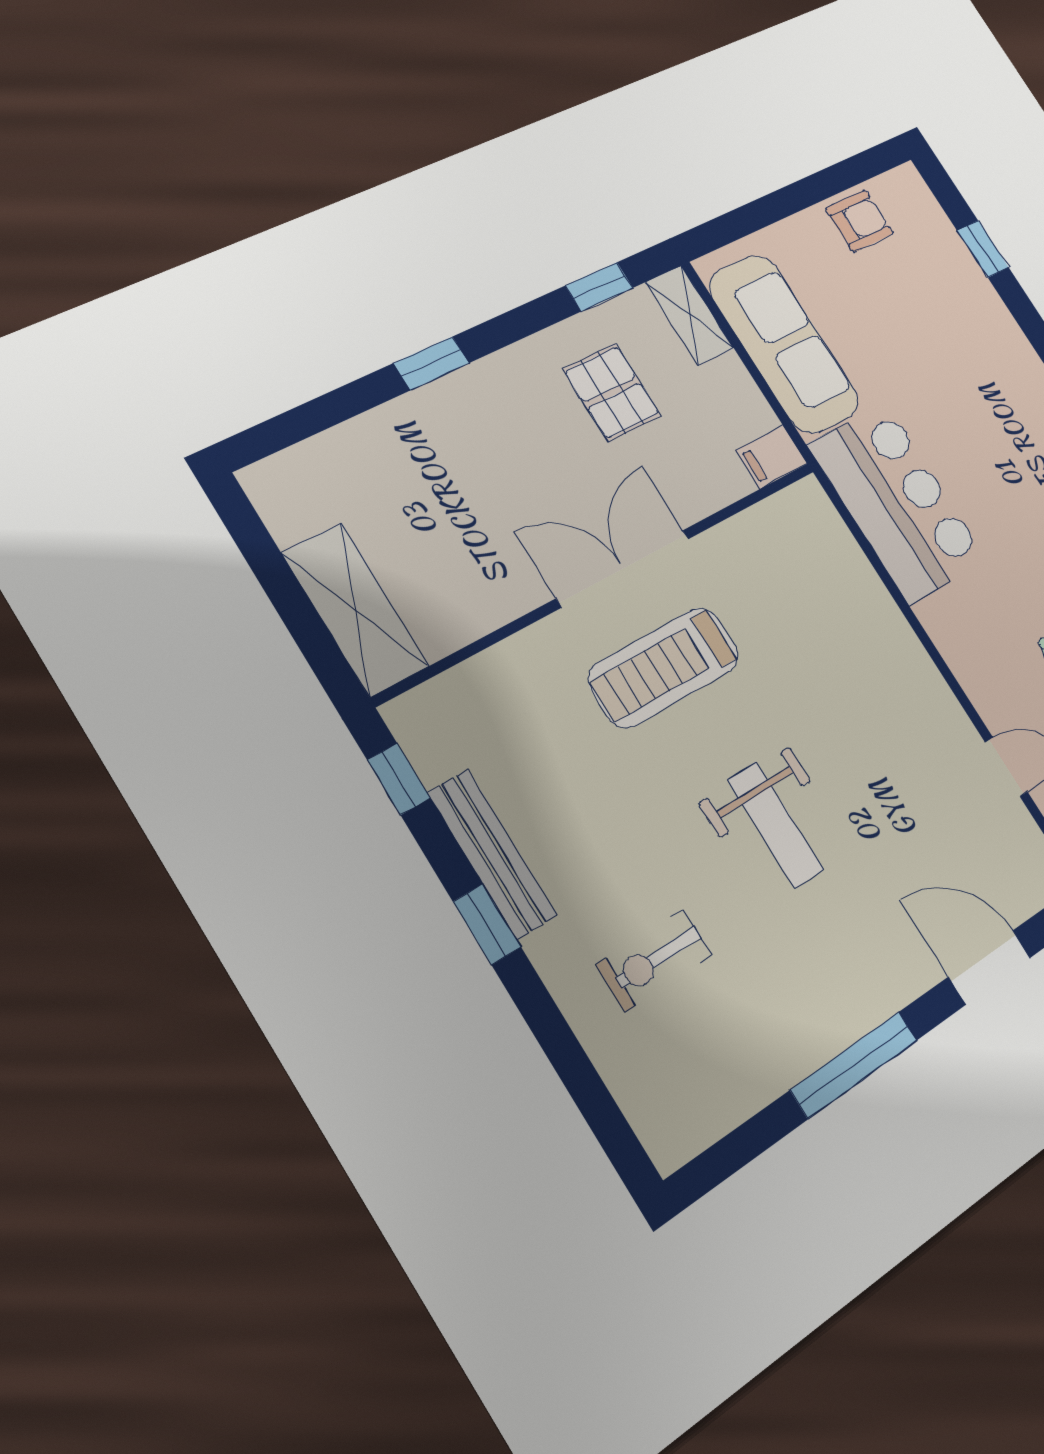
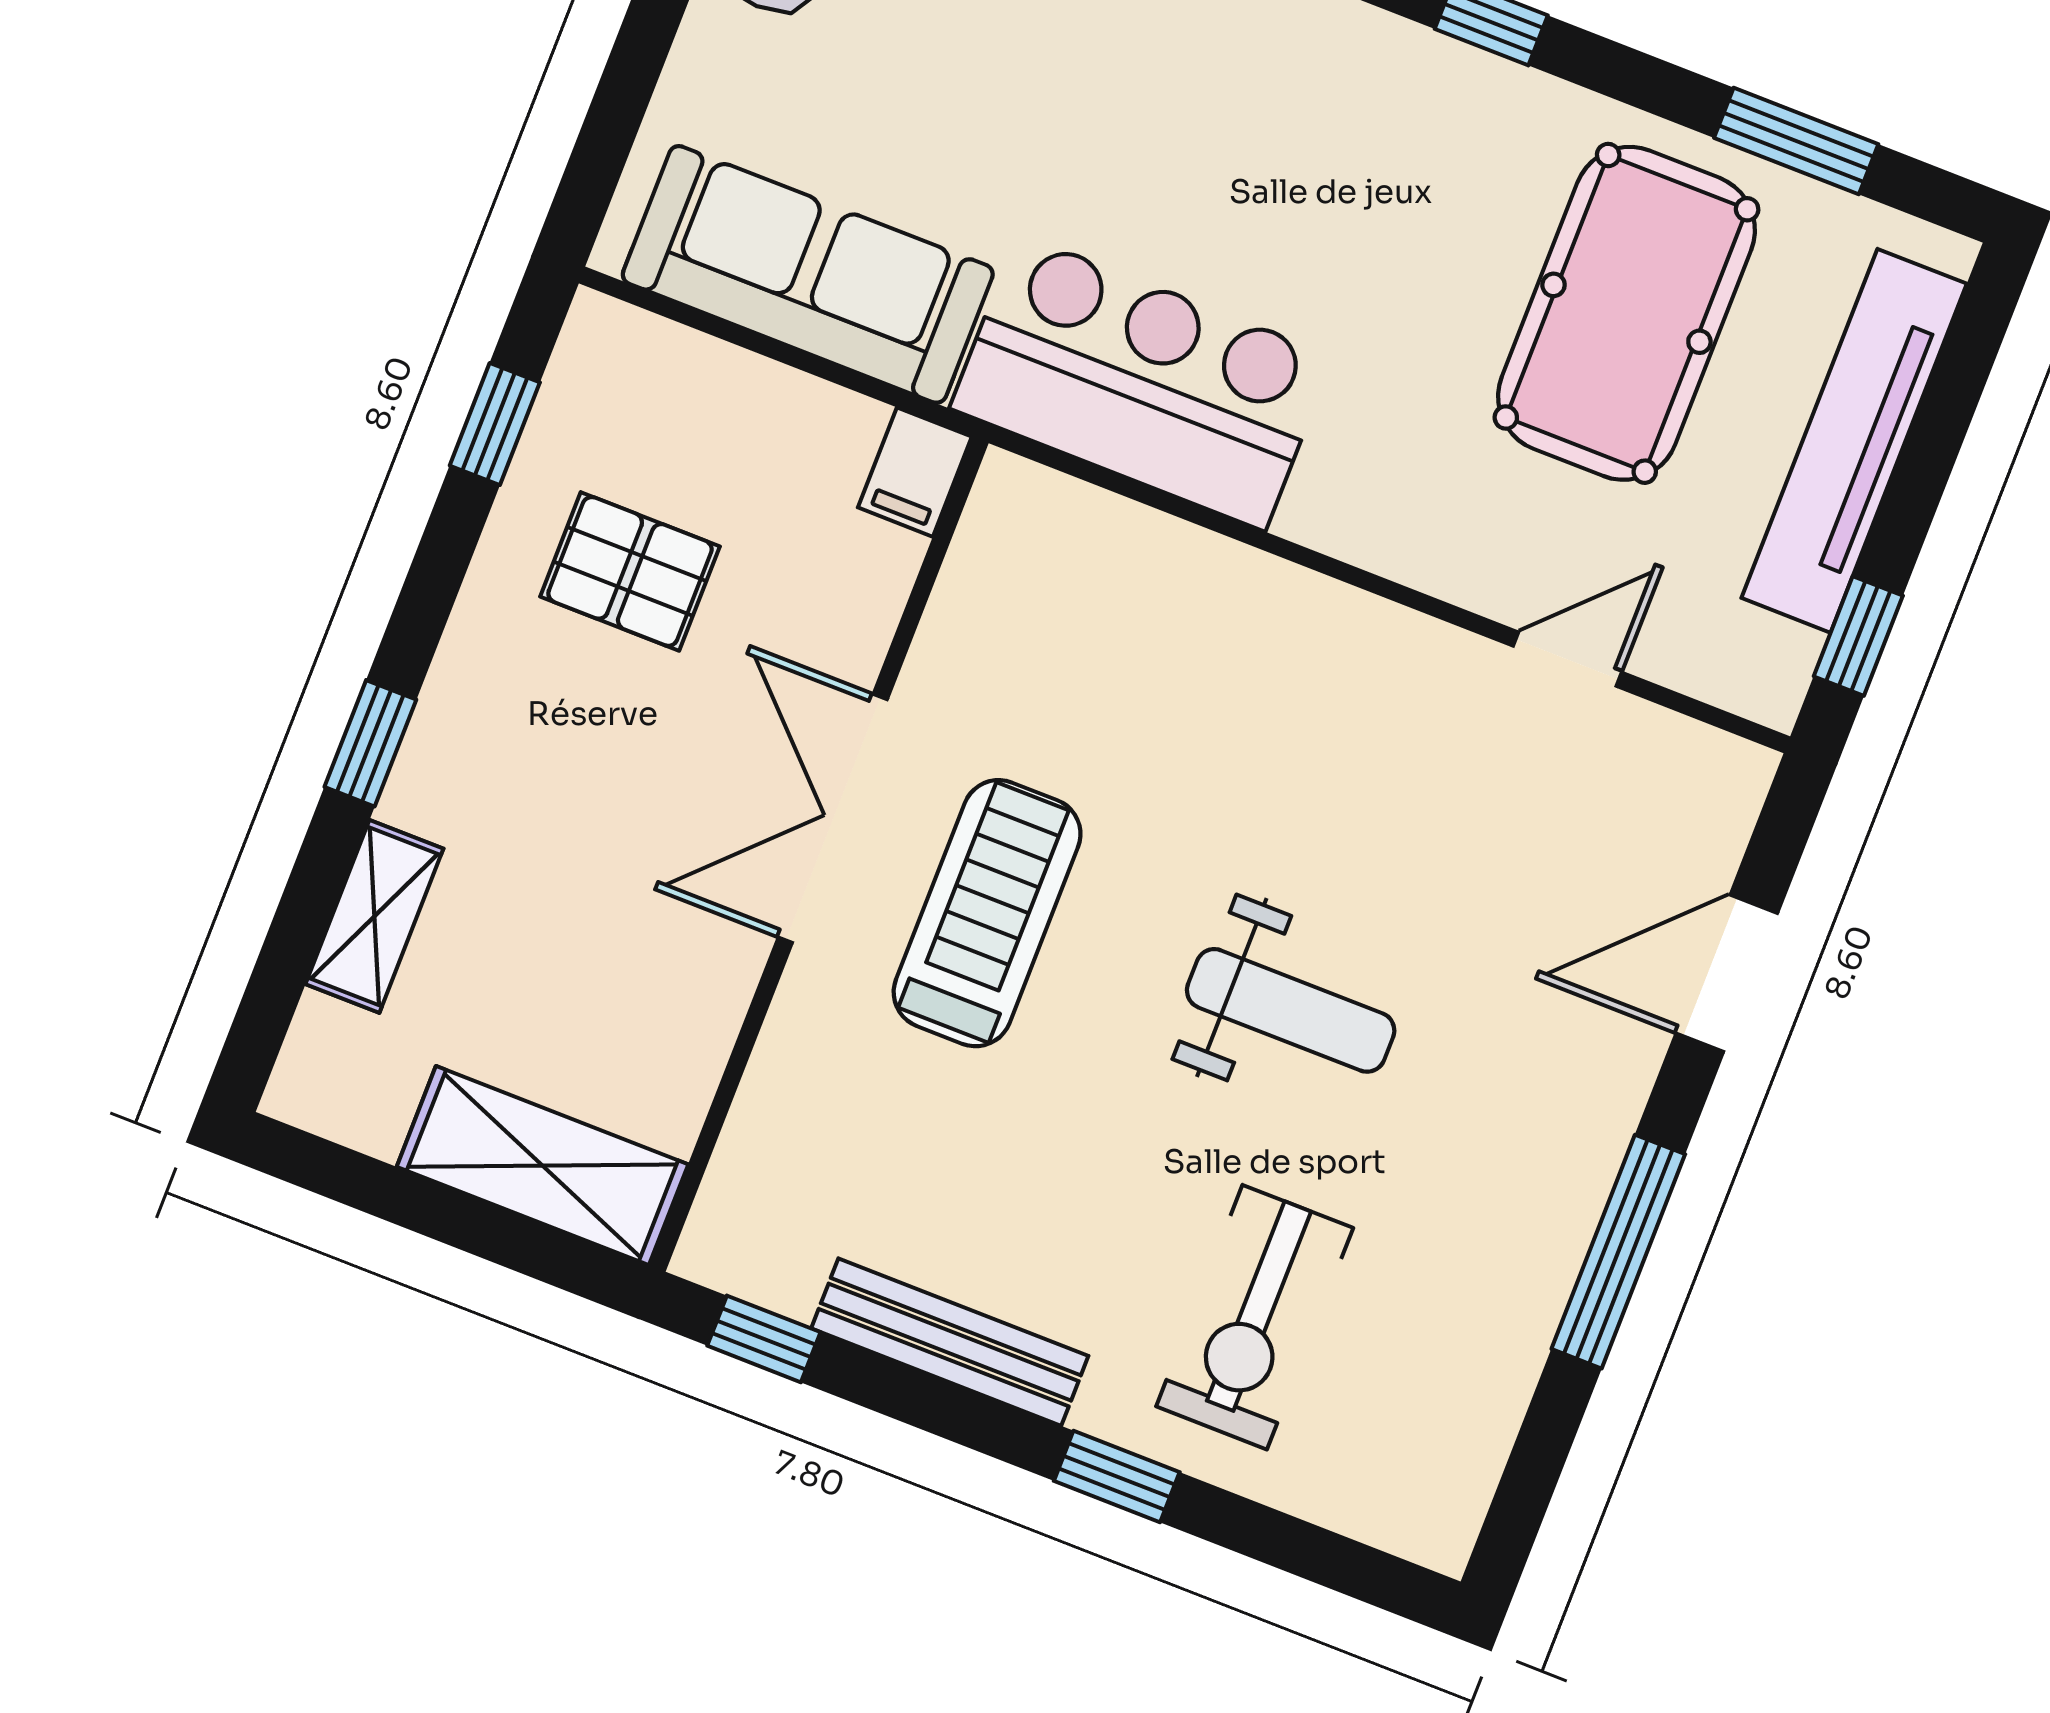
shelving: (690, 315) -> (374, 916), moved, turned 90
treadmill: (664, 667) -> (987, 913), turned 180
window: (487, 924) -> (1117, 1476), moved
exercise bike: (654, 960) -> (1255, 1317), width x1.38, depth x1.39

